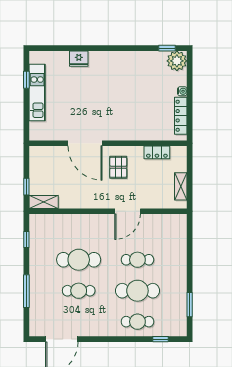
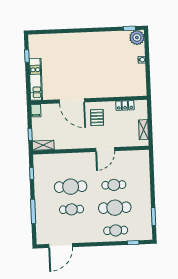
fridge: (79, 59) -> (65, 39), removed
kitchen unit: (37, 93) -> (36, 79), moved
locker: (181, 116) -> (141, 78), removed
filing cabinet: (36, 155) -> (36, 111), added

